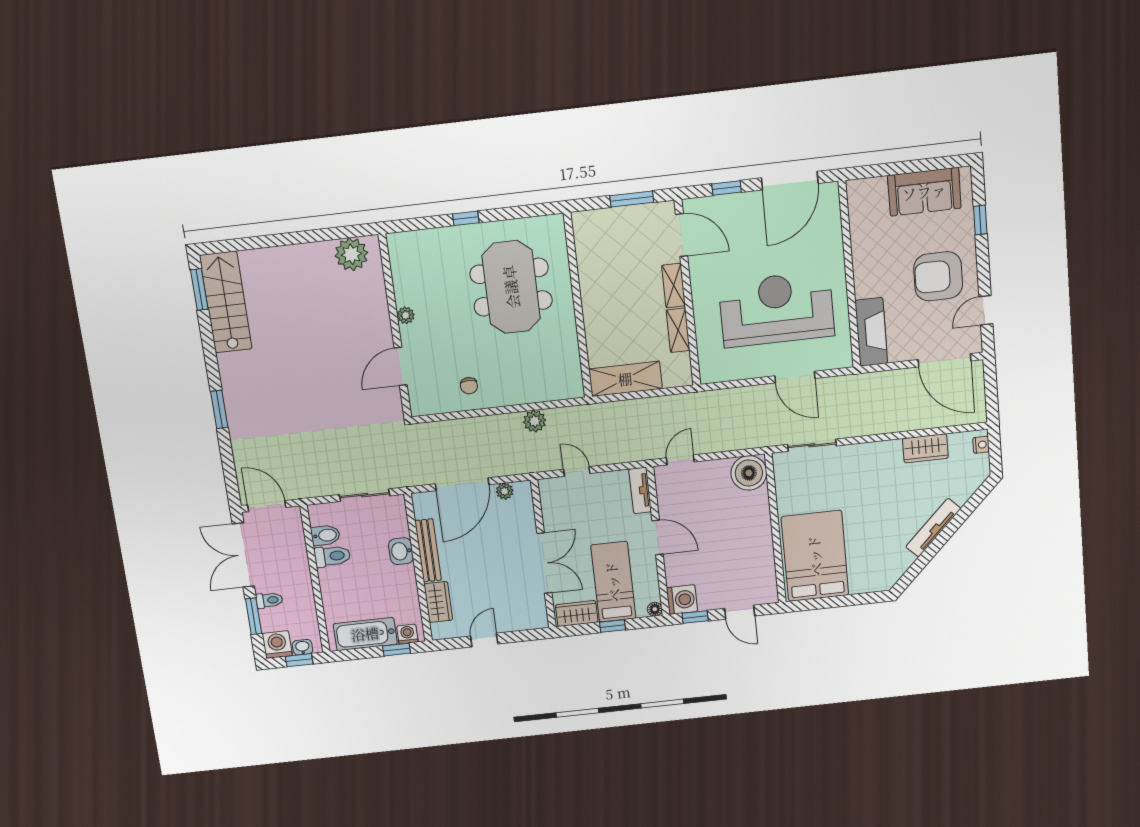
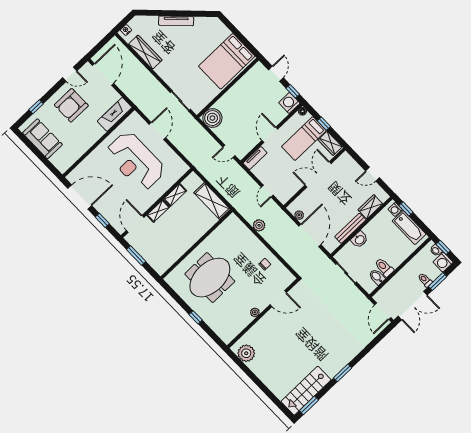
armchair: (938, 276) -> (71, 105), turned 90
window: (219, 409) -> (343, 373), moved
wardrobe: (925, 448) -> (145, 52), width x1.50
door: (462, 484) -> (310, 235), hinge flipped

